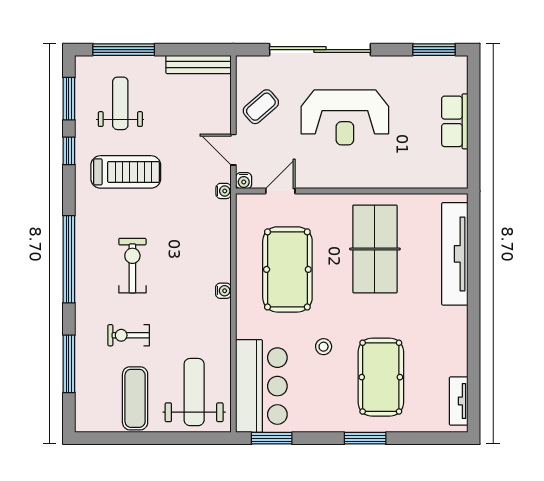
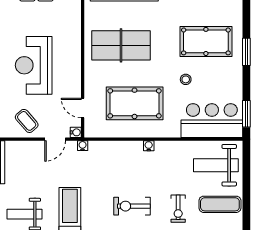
reception desk: (345, 117) -> (34, 65), turned 180

